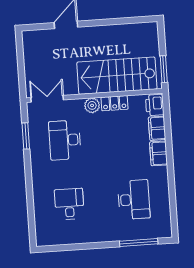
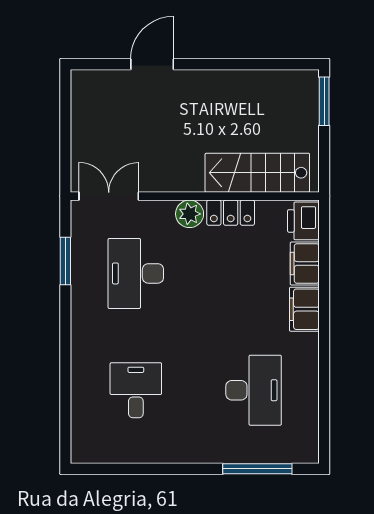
window: (164, 69) -> (324, 101), moved
stairs: (117, 76) -> (257, 173), width x0.73, depth x0.66

